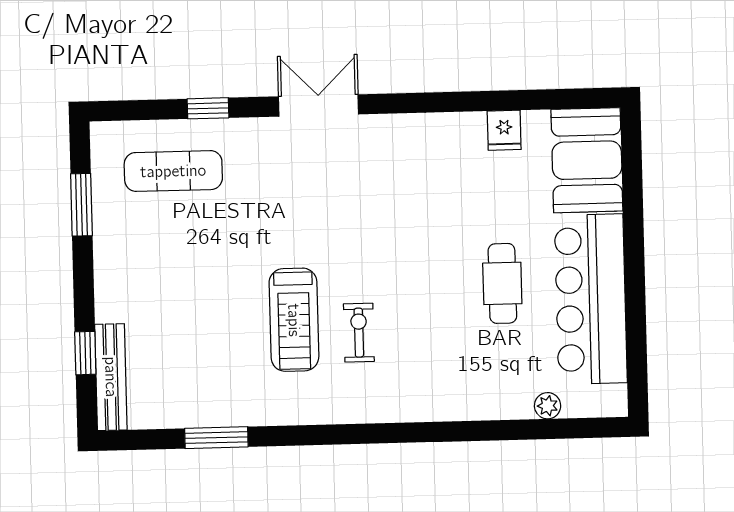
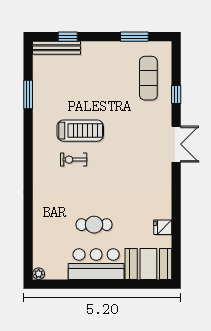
bar counter: (591, 299) -> (96, 264), width x0.73
treadmill: (294, 320) -> (80, 131), turned 180
exercise bike: (359, 333) -> (74, 160), turned 180
plant: (548, 406) -> (39, 274), moved

